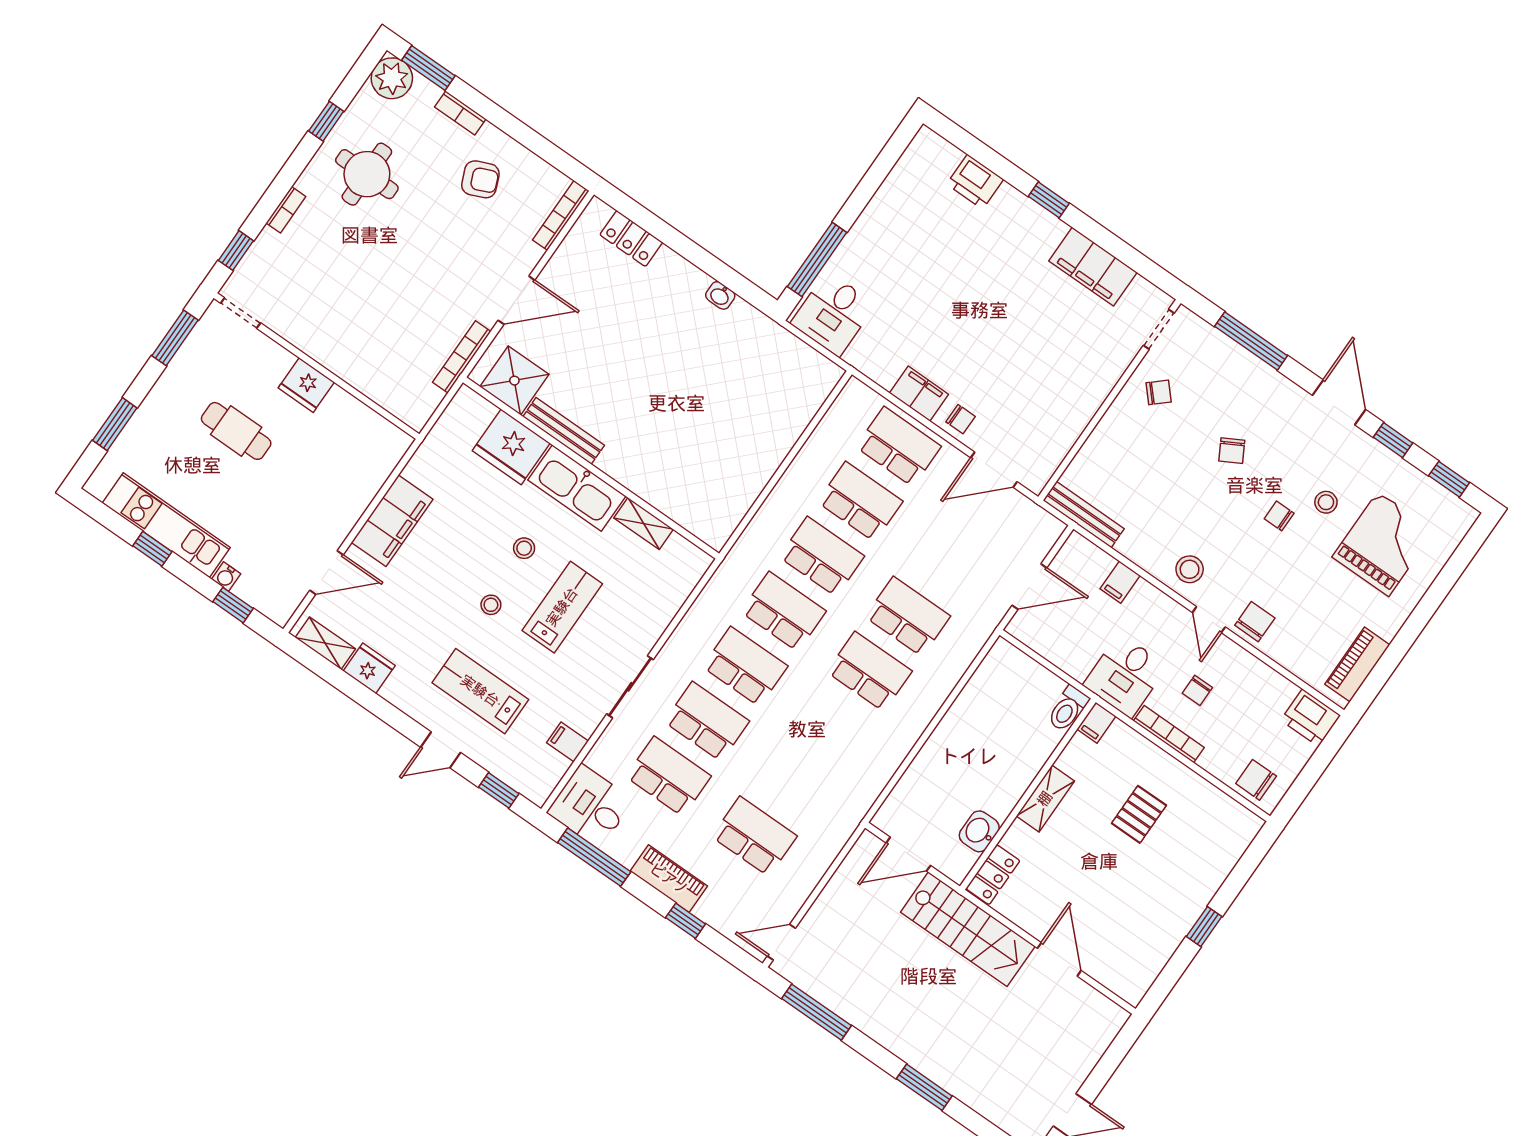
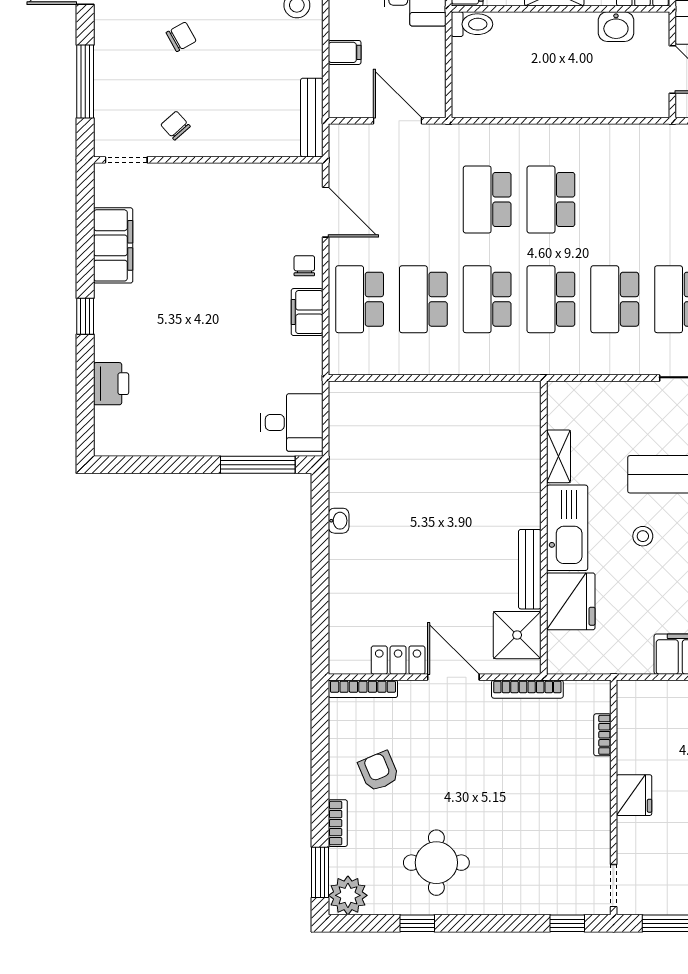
bookcase: (286, 210) -> (602, 735), moved, turned -90
locker: (631, 239) -> (398, 660), moved, turned -90

